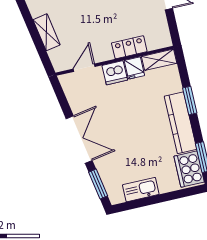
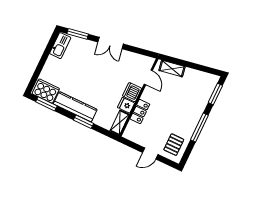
shelving: (47, 32) -> (172, 69), moved
double door: (79, 140) -> (111, 43), width x0.73
kitchen sink: (141, 190) -> (60, 46), moved

